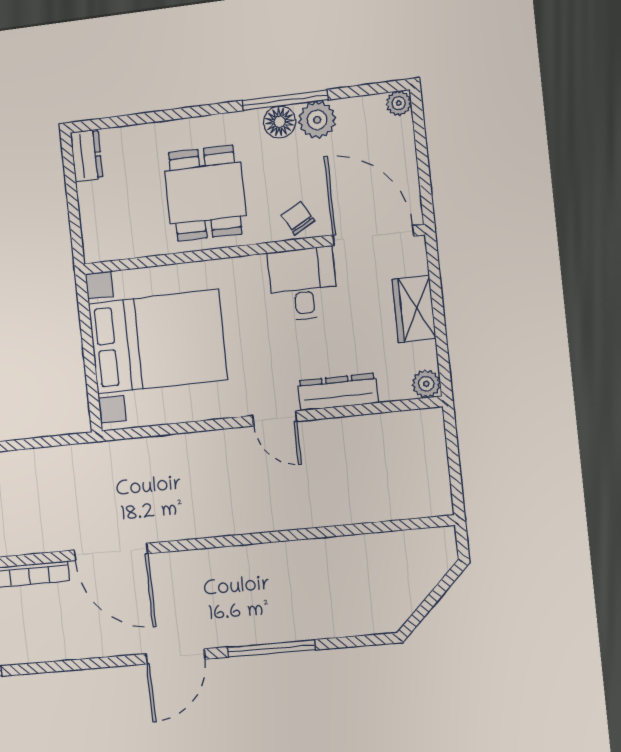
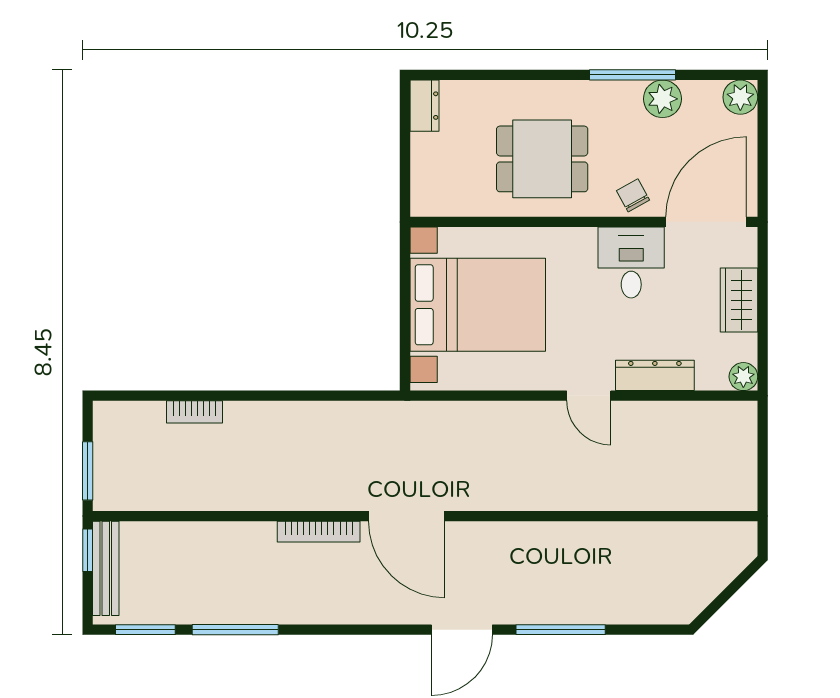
plant: (399, 103) -> (740, 97), width x1.38, depth x1.38
floor lamp: (280, 122) -> (625, 96), removed
dining table: (205, 193) -> (542, 159), turned 90
door: (373, 236) -> (706, 222), hinge flipped

